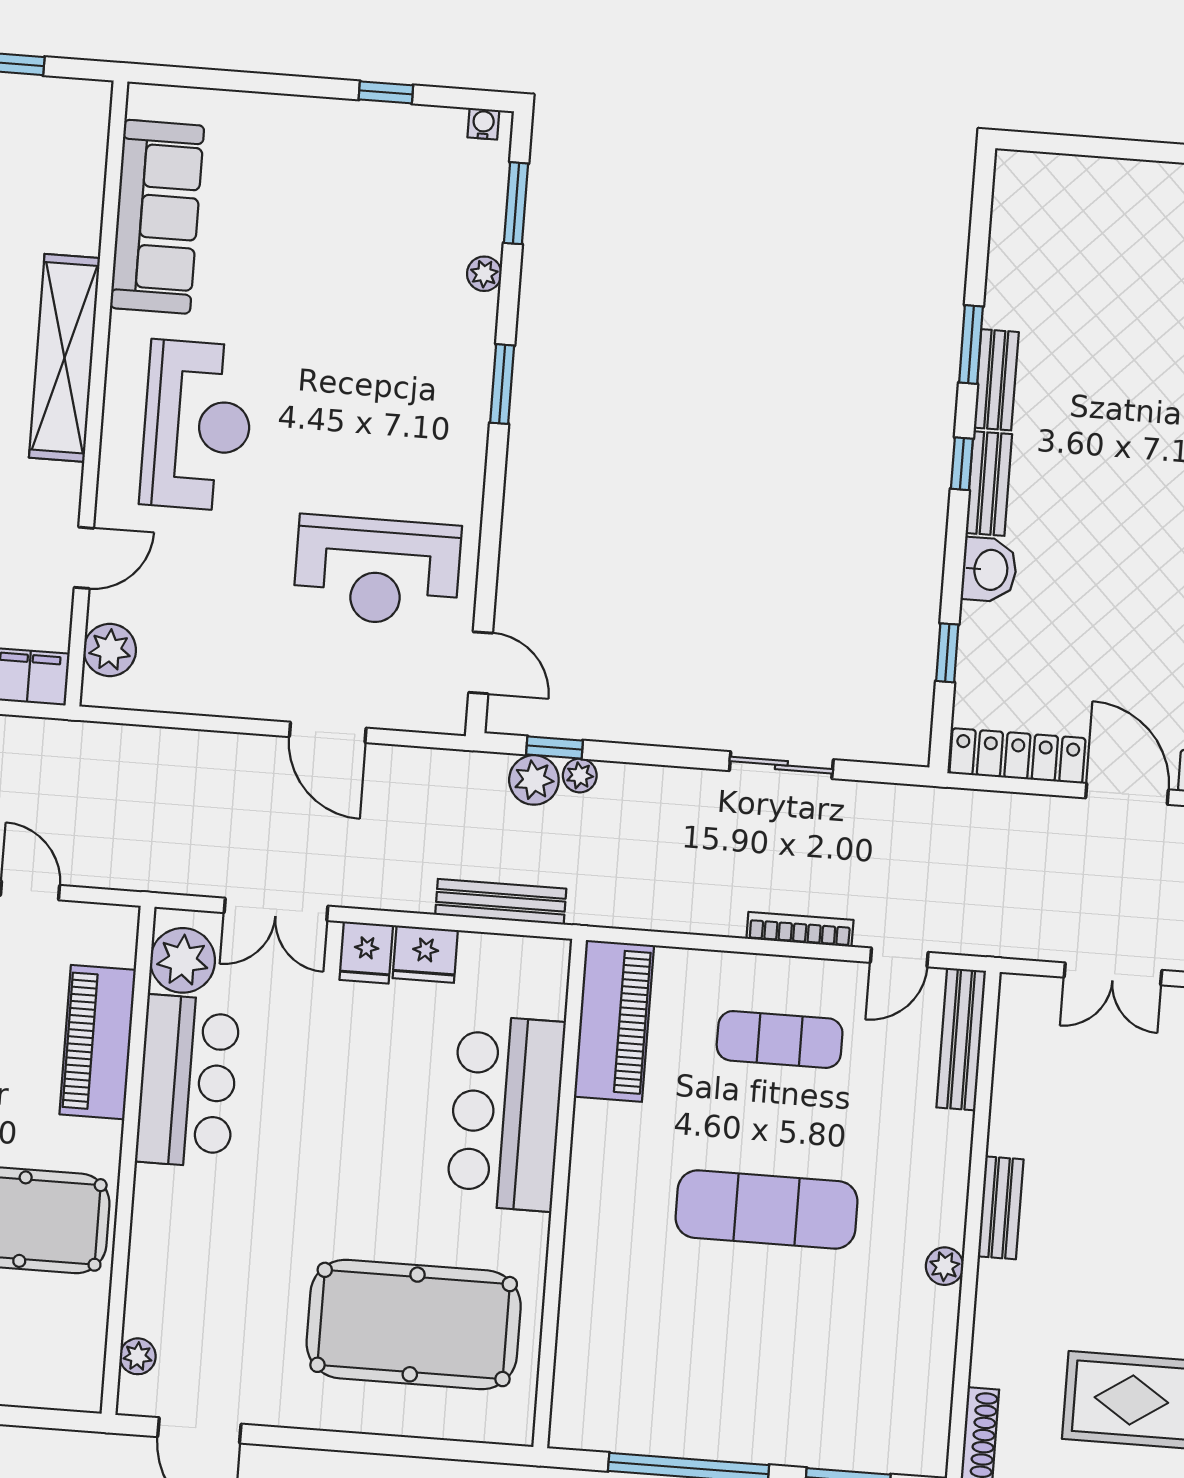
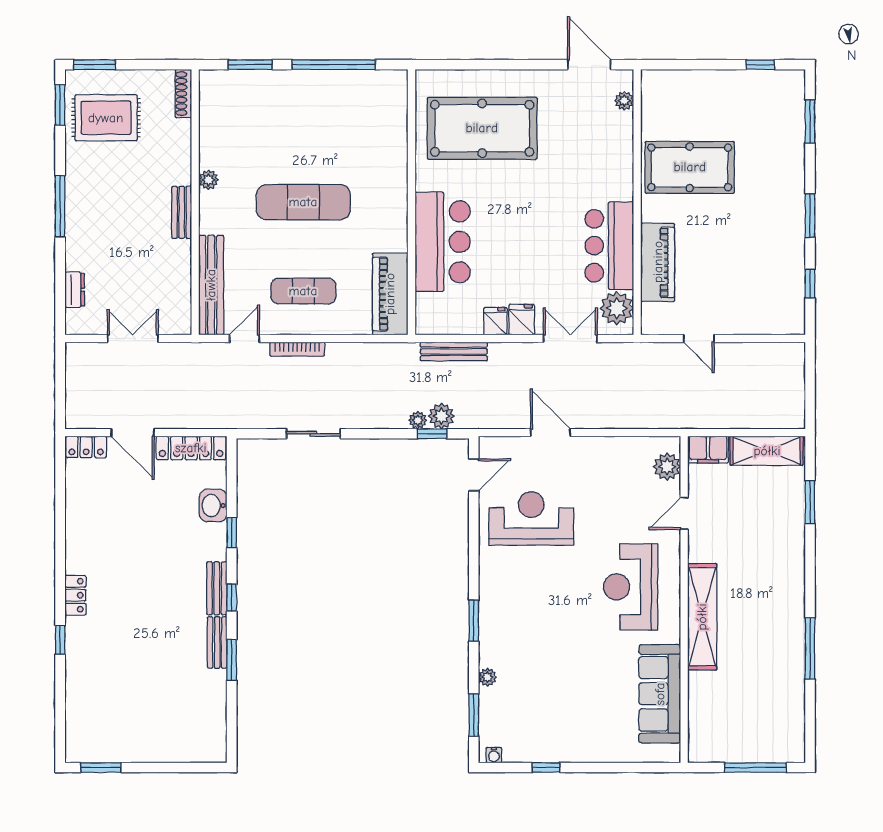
washbasin: (989, 570) -> (213, 506), moved
window: (947, 653) -> (232, 533), moved
door: (481, 663) -> (474, 475), swing flipped
fridge: (425, 954) -> (495, 321), width x0.72
bench: (961, 1039) -> (211, 285), width x1.37, depth x1.21

